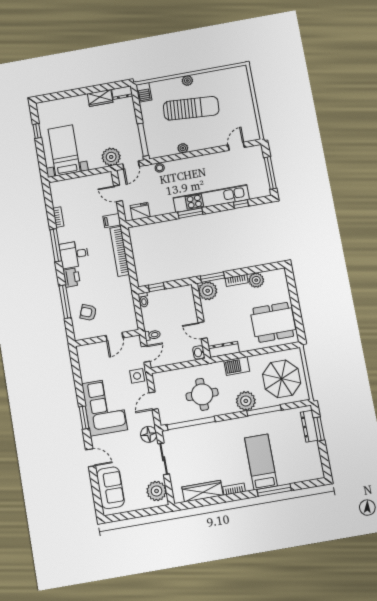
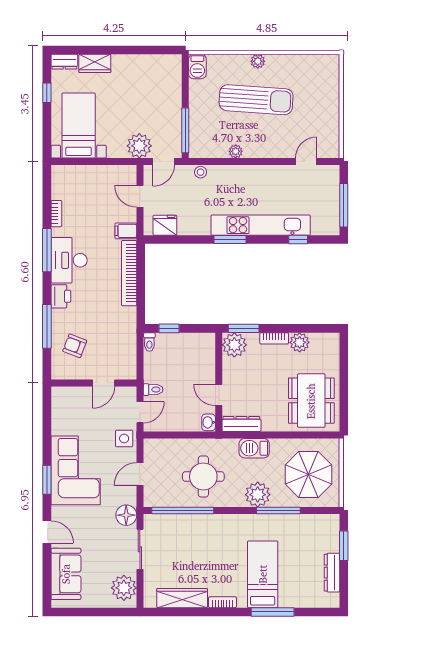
dresser: (122, 93) -> (64, 62), moved
wardrobe: (100, 98) -> (95, 63), moved
desk: (74, 254) -> (69, 260), width x1.37
dining table: (273, 322) -> (311, 401), turned 90
dresser: (309, 426) -> (332, 573), moved

